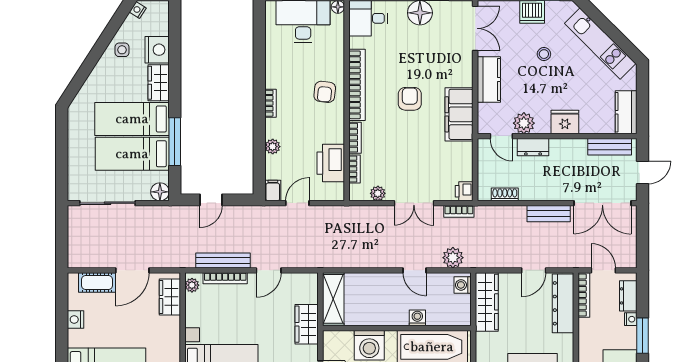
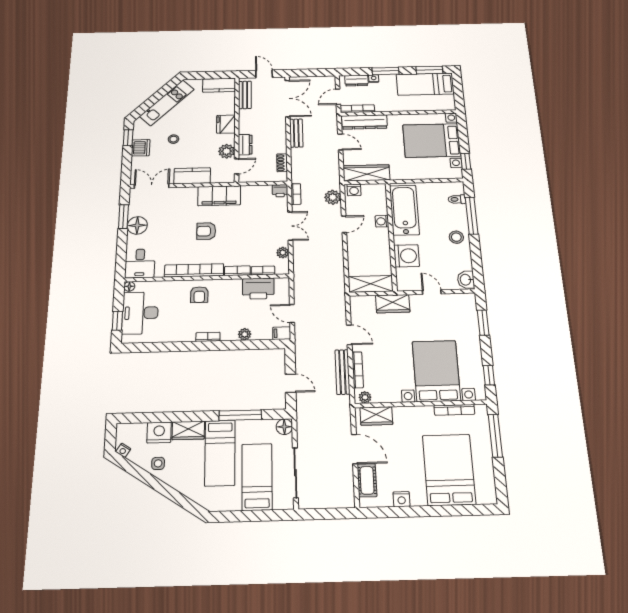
armchair: (325, 92) -> (199, 295), turned 84
bed: (132, 154) -> (257, 477), moved, turned 180

